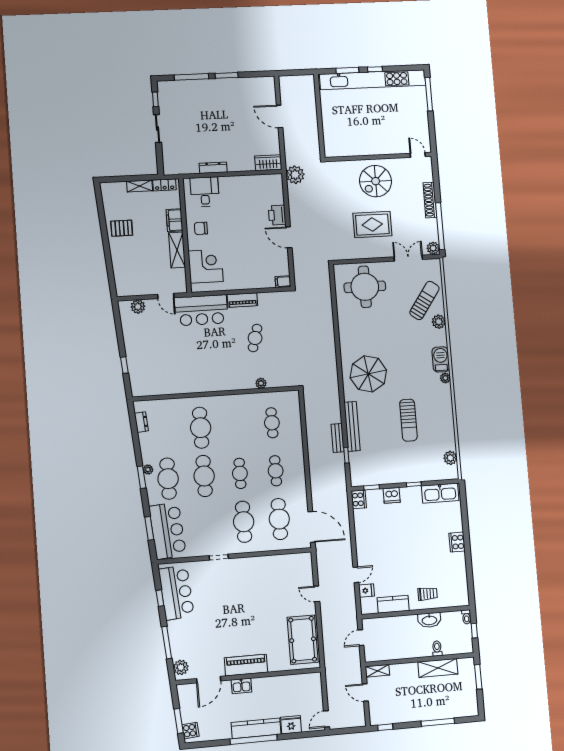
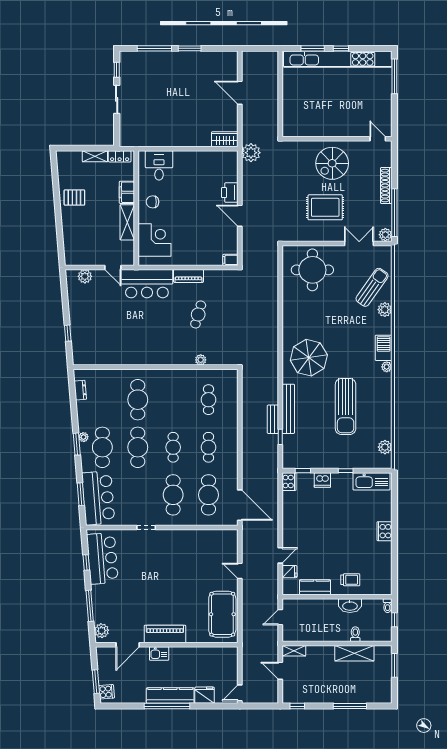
dresser: (213, 168) -> (169, 142), removed
sun lounger: (408, 420) -> (346, 406), width x1.36, depth x1.34

